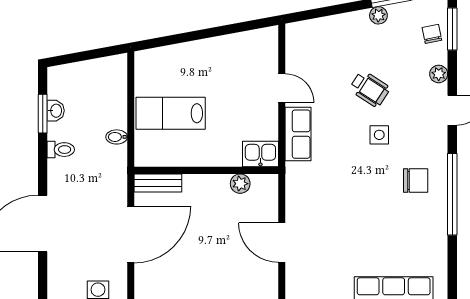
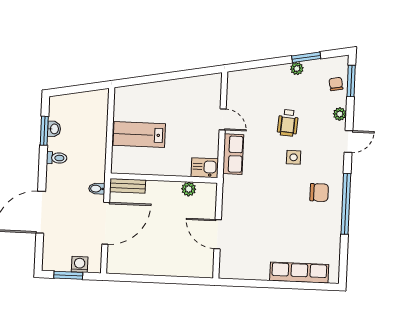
wheelchair: (370, 89) -> (288, 123), turned 61
bidet: (117, 137) -> (97, 189), moved

